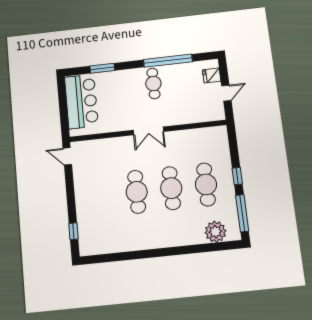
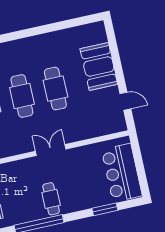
door: (67, 156) -> (125, 101), moved
booth: (90, 209) -> (99, 67), added
window: (74, 231) -> (113, 43), removed

